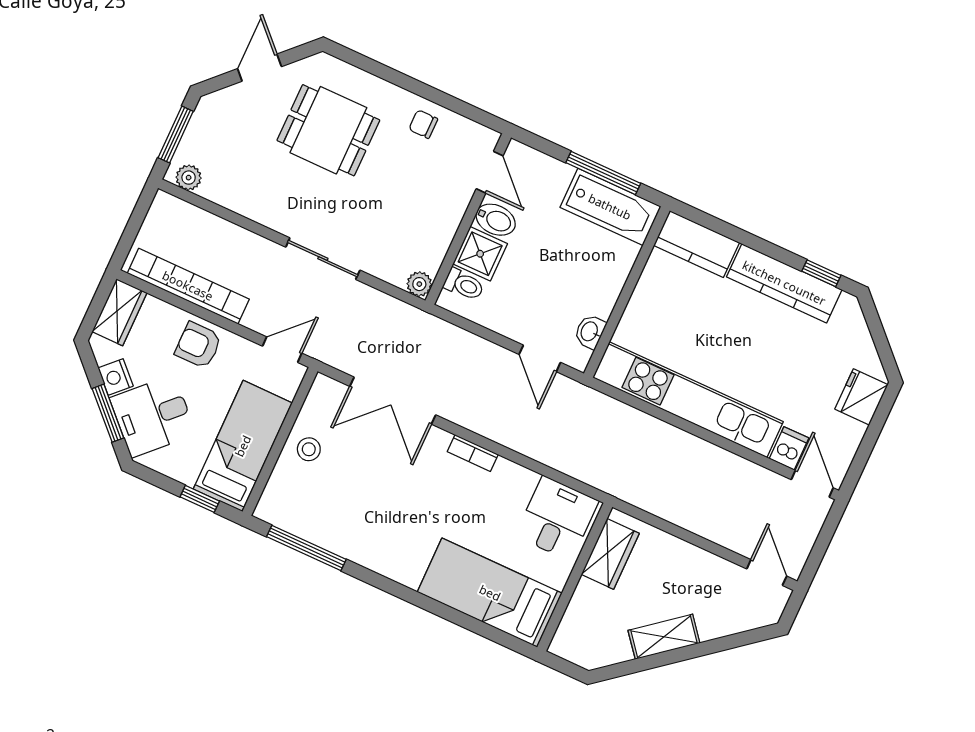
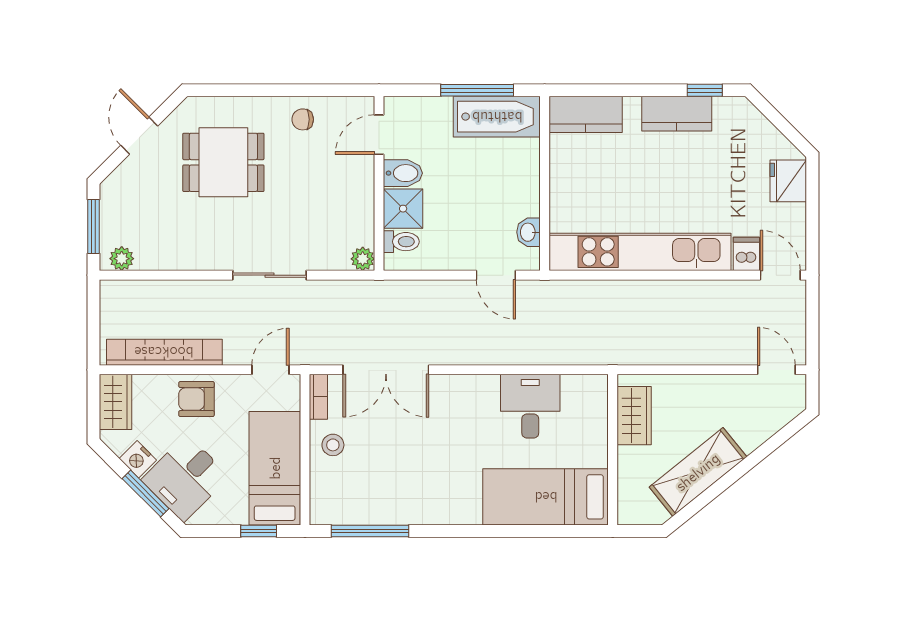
door: (490, 172) -> (379, 135), swing flipped
kitchen counter: (784, 283) -> (677, 114), width x0.67
bookcase: (473, 453) -> (318, 397), moved, turned -90
desk: (557, 518) -> (530, 406), moved
shelving: (664, 637) -> (698, 472), width x1.50, depth x1.33

